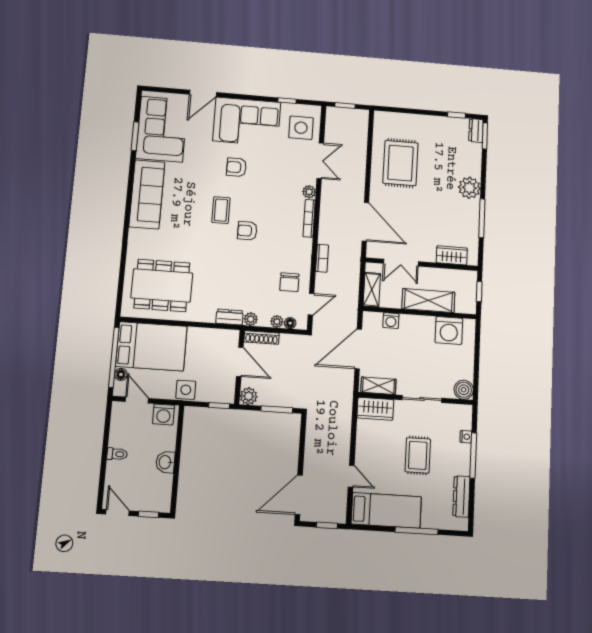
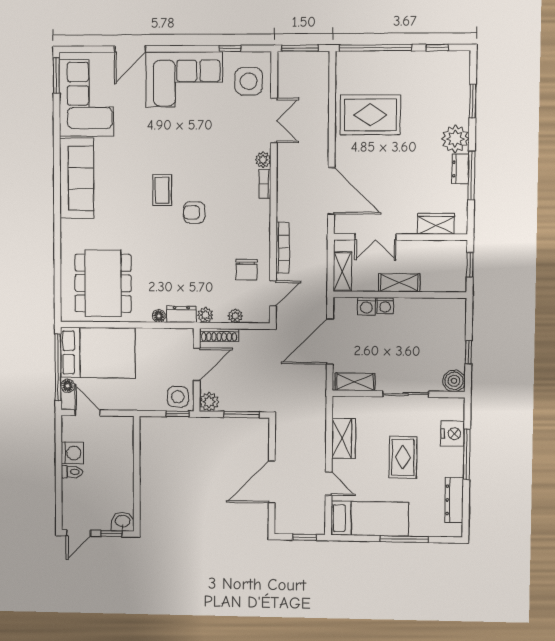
window: (345, 106) -> (300, 48), width x1.50
window: (407, 111) -> (376, 48), added
dresser: (476, 131) -> (460, 169), moved
window: (135, 136) -> (56, 75), moved
window: (485, 136) -> (473, 101), moved
rug: (400, 163) -> (370, 115), turned 90
armchair: (236, 167) -> (176, 137), removed
bookcase: (309, 218) -> (265, 184), width x0.64
bookcase: (322, 258) -> (283, 248), width x1.56
dining table: (162, 285) -> (103, 283), turned 90
shelving: (428, 300) -> (399, 283), width x0.67, depth x0.75
floor lamp: (290, 323) -> (159, 316), moved
washing machine: (449, 330) -> (385, 306), moved, width x0.53, depth x0.53
door: (240, 362) -> (197, 364), hinge flipped
window: (476, 366) -> (468, 352), added
side table: (186, 390) -> (178, 397), moved
wardrobe: (375, 409) -> (344, 438), moved, turned -90
washing machine: (164, 414) -> (72, 453), moved, turned -90
nightstand: (466, 437) -> (453, 434), width x1.89, depth x1.79
washbasin: (165, 462) -> (123, 522), moved, turned 90
door: (299, 495) -> (272, 482), moved
door: (118, 513) -> (79, 533), swing flipped

